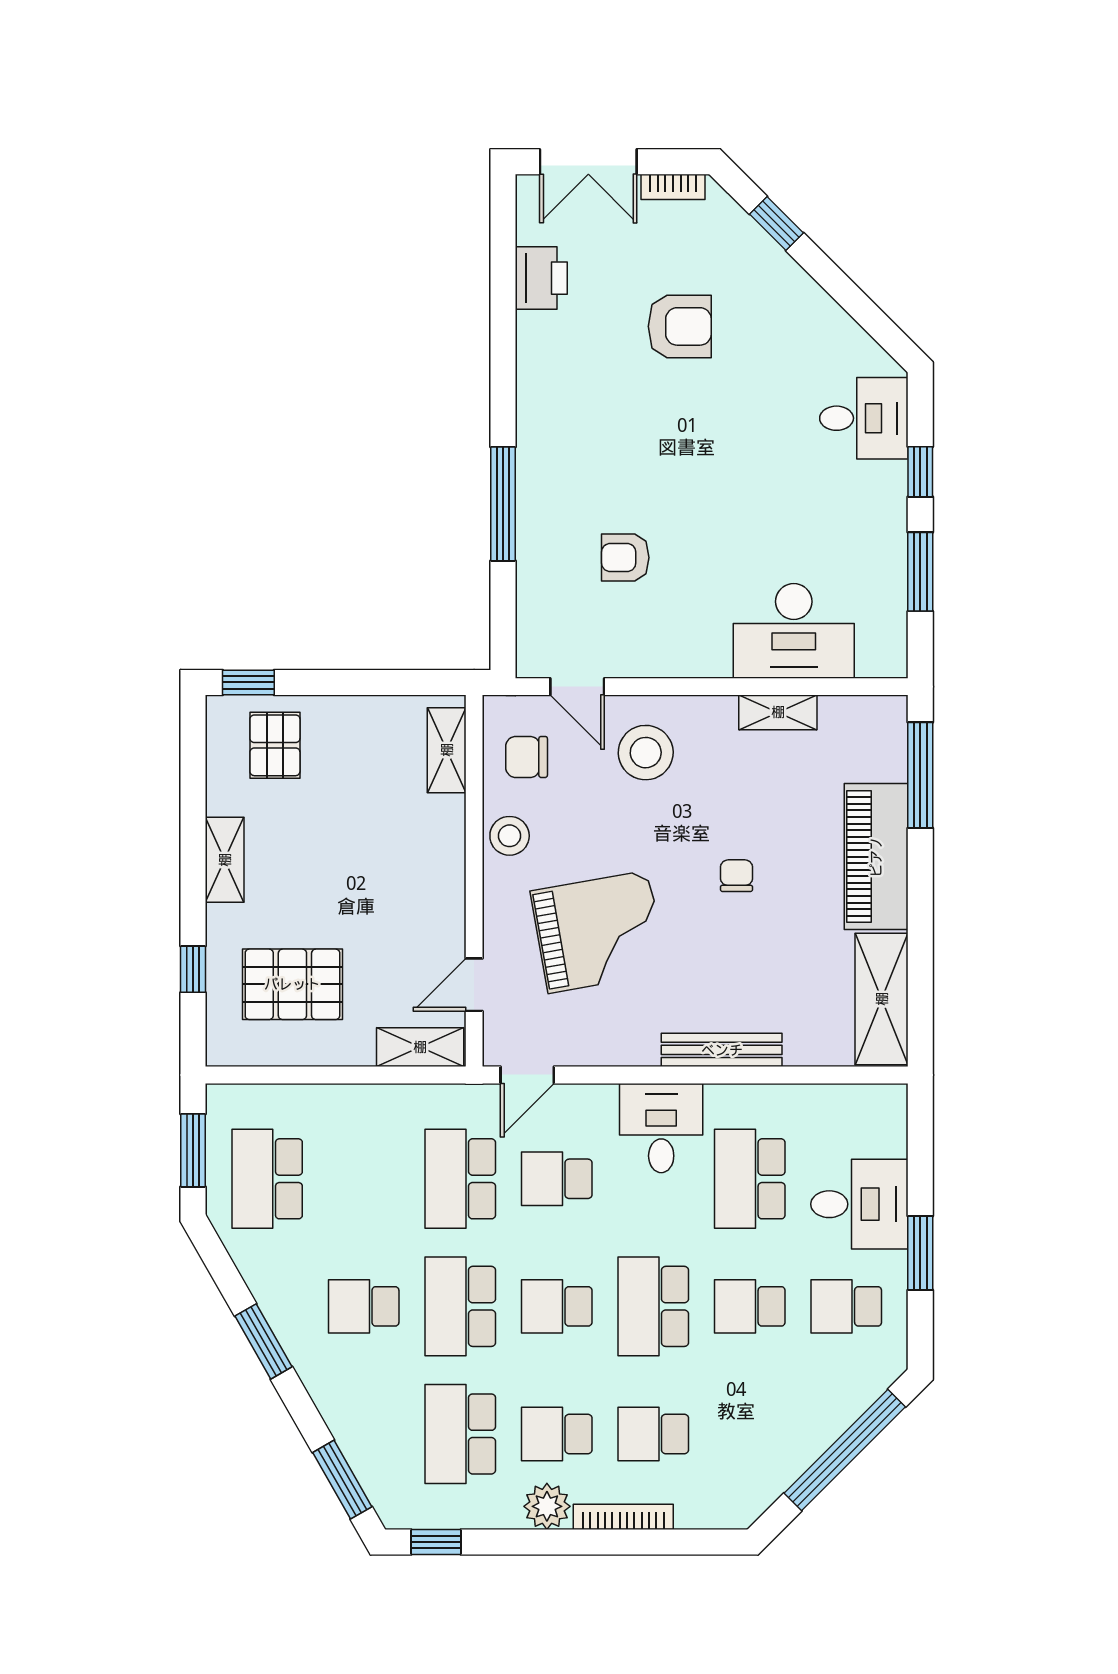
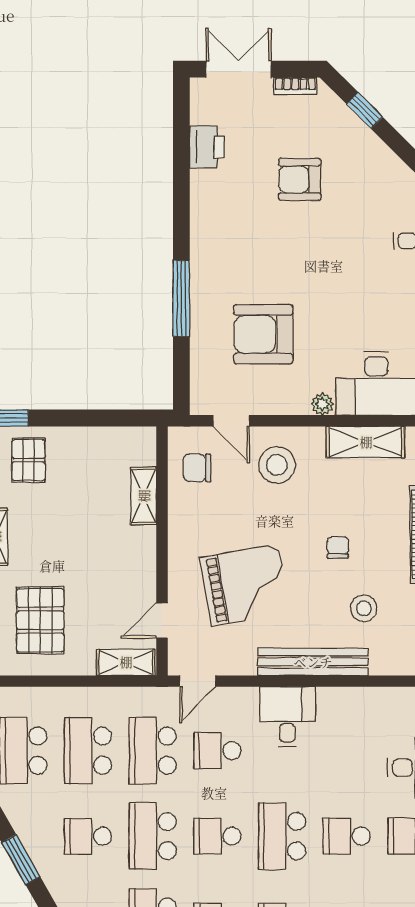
double door: (588, 162) -> (239, 69), swing flipped
armchair: (680, 326) -> (300, 179), turned 180
armchair: (625, 558) -> (263, 334), width x1.88, depth x1.88
plant: (714, 662) -> (322, 404), added
shelving: (778, 712) -> (366, 442), width x1.50, depth x1.33
shelving: (447, 750) -> (144, 496), moved
stool: (510, 836) -> (364, 608), moved
pallet: (292, 984) -> (40, 620), turned 90
bench: (722, 1050) -> (313, 662), width x1.37, depth x1.21
school desk: (750, 1179) -> (88, 751), moved

